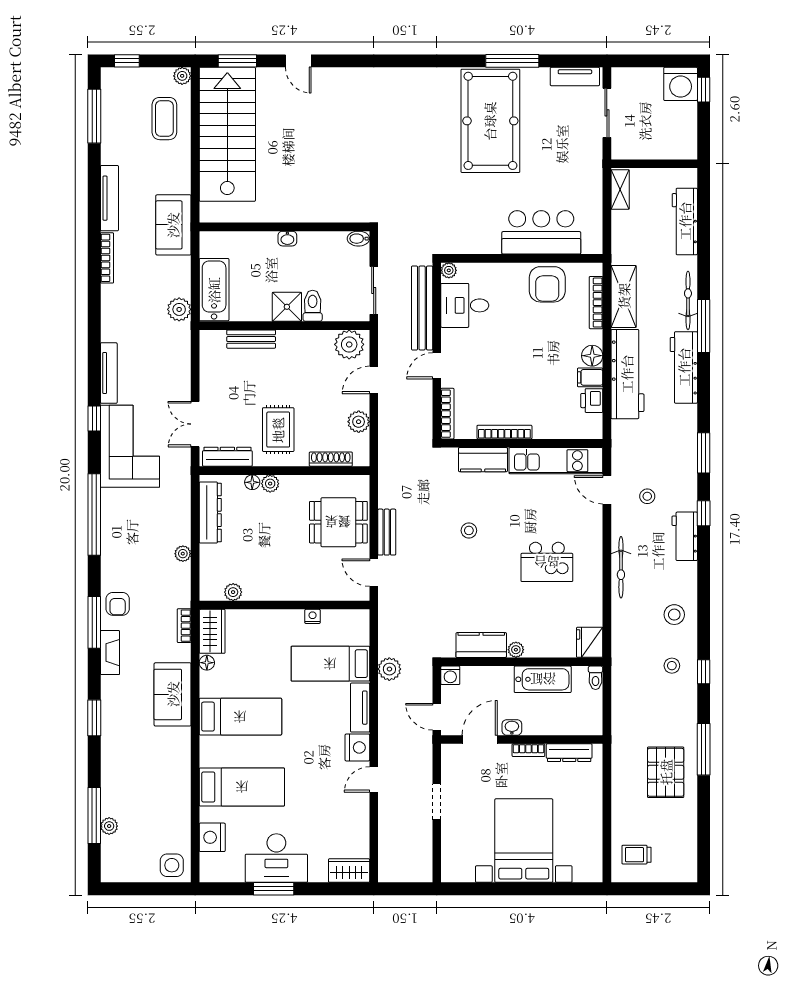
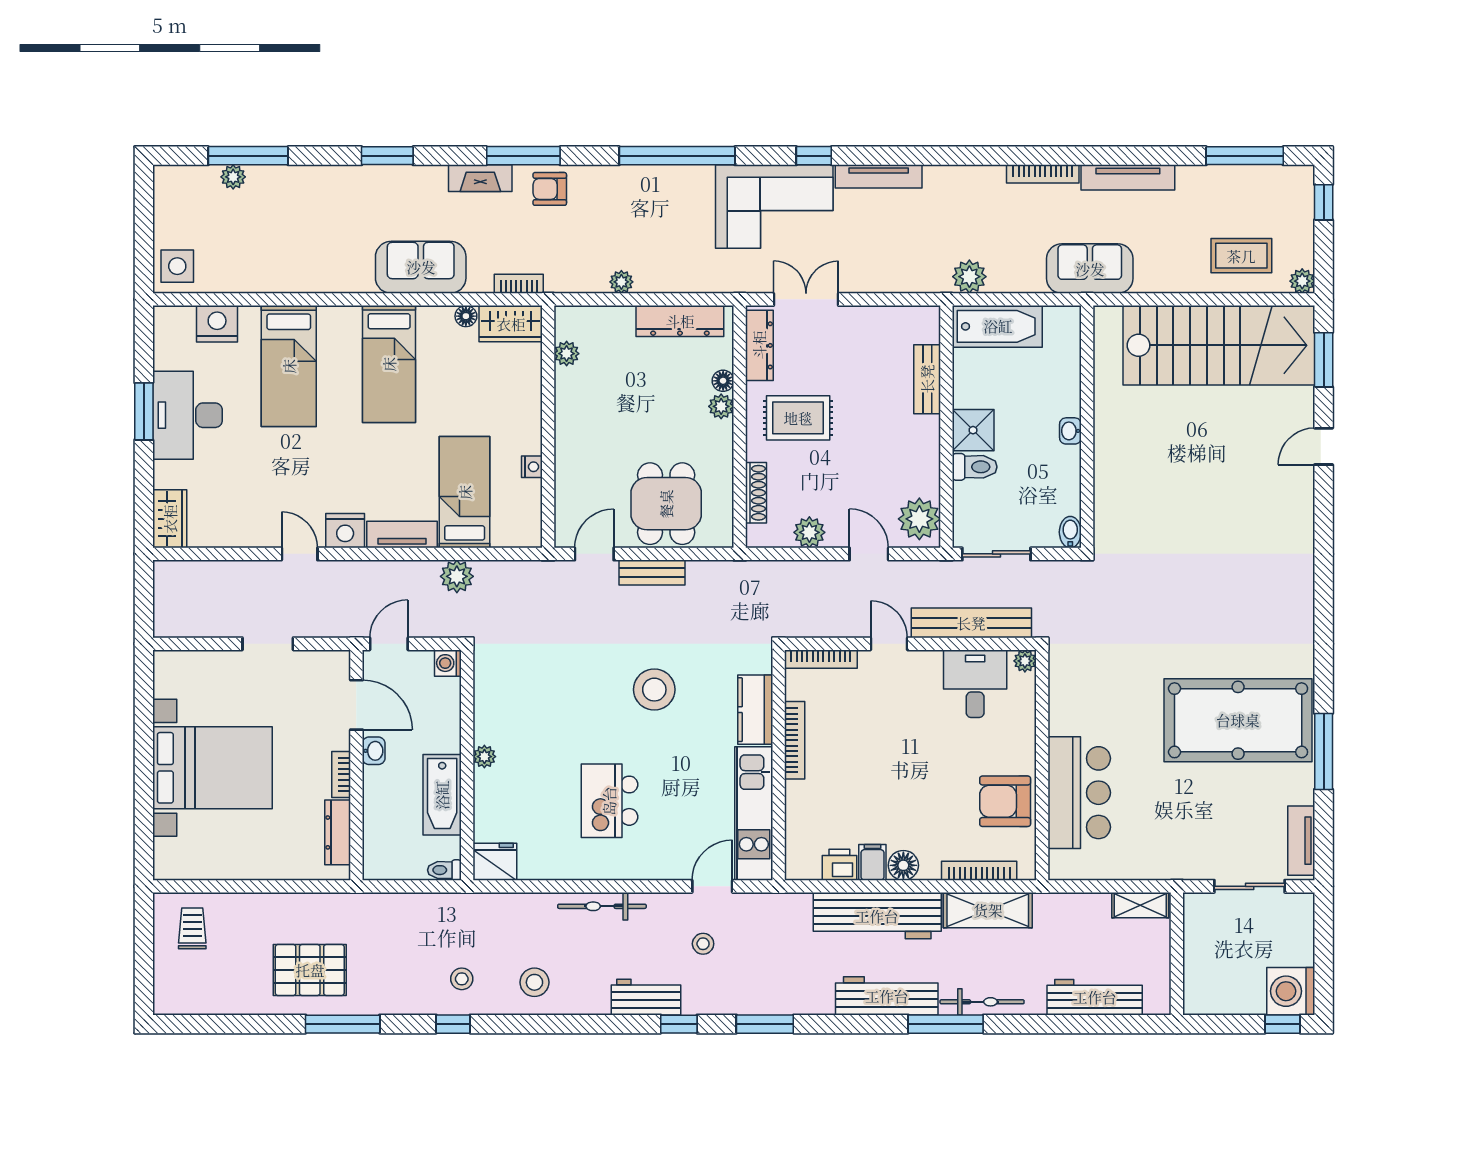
stool: (469, 530) -> (654, 690), width x1.89, depth x1.89
kitchen counter: (481, 645) -> (491, 707), removed

